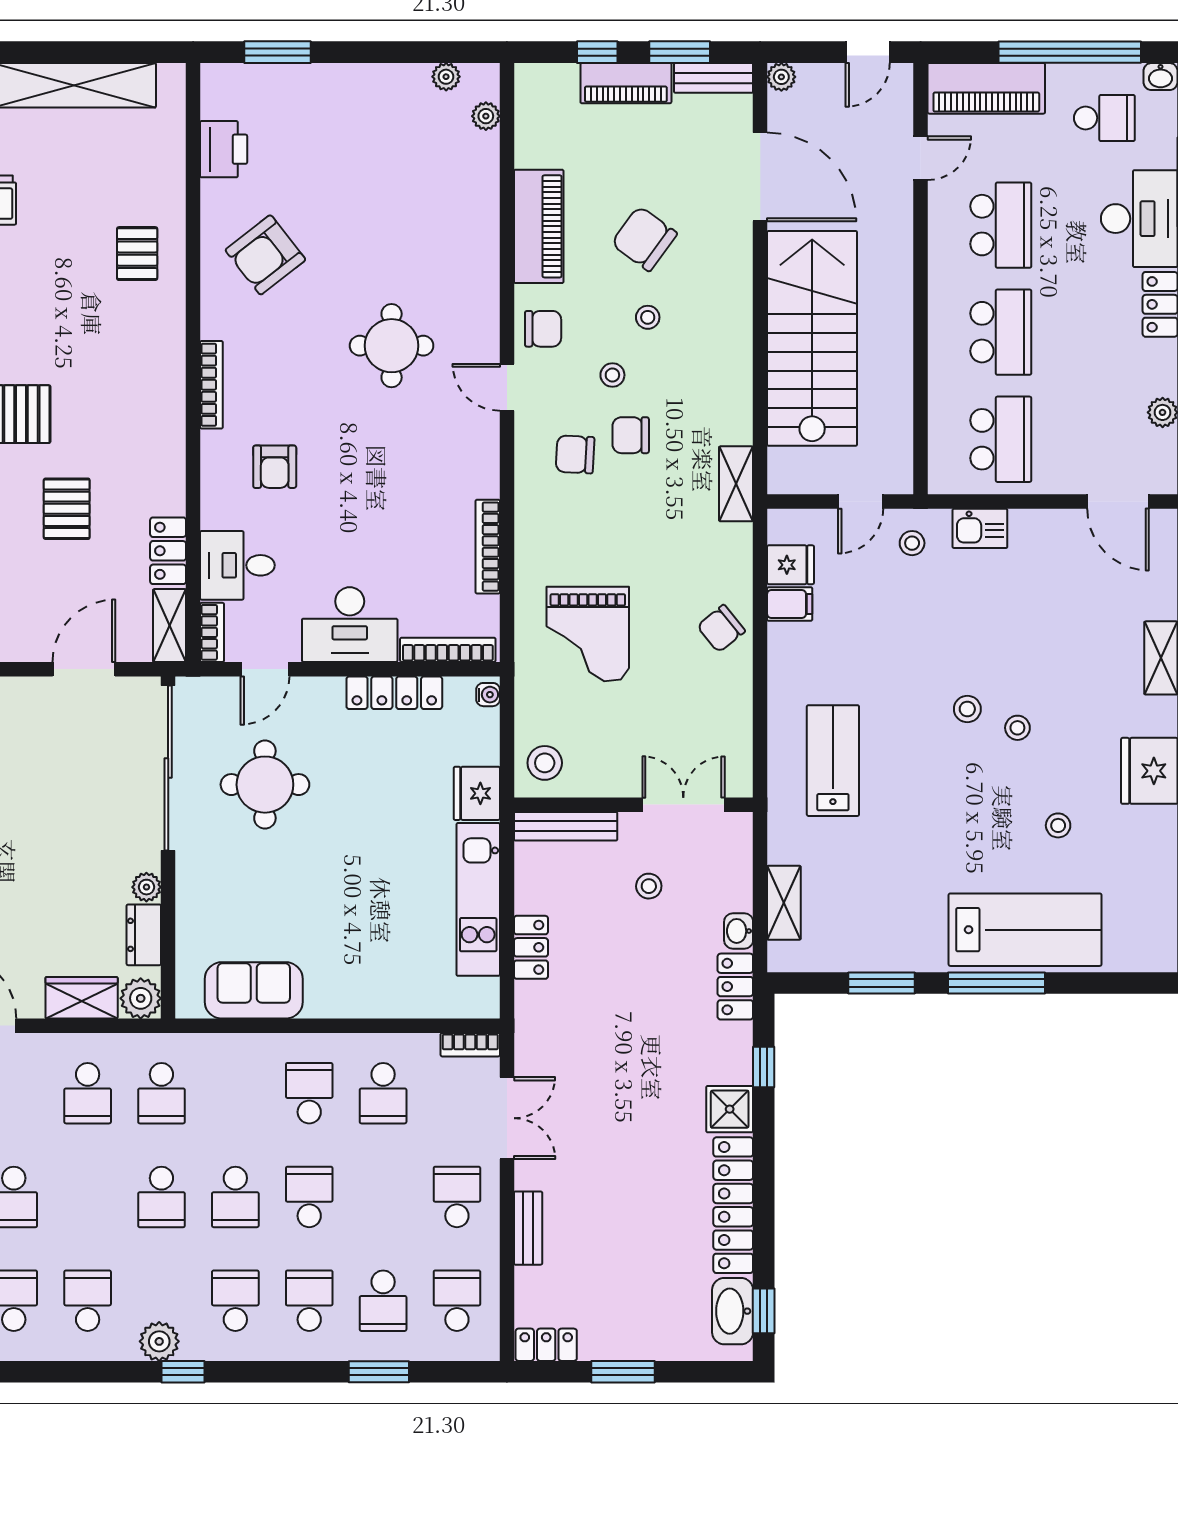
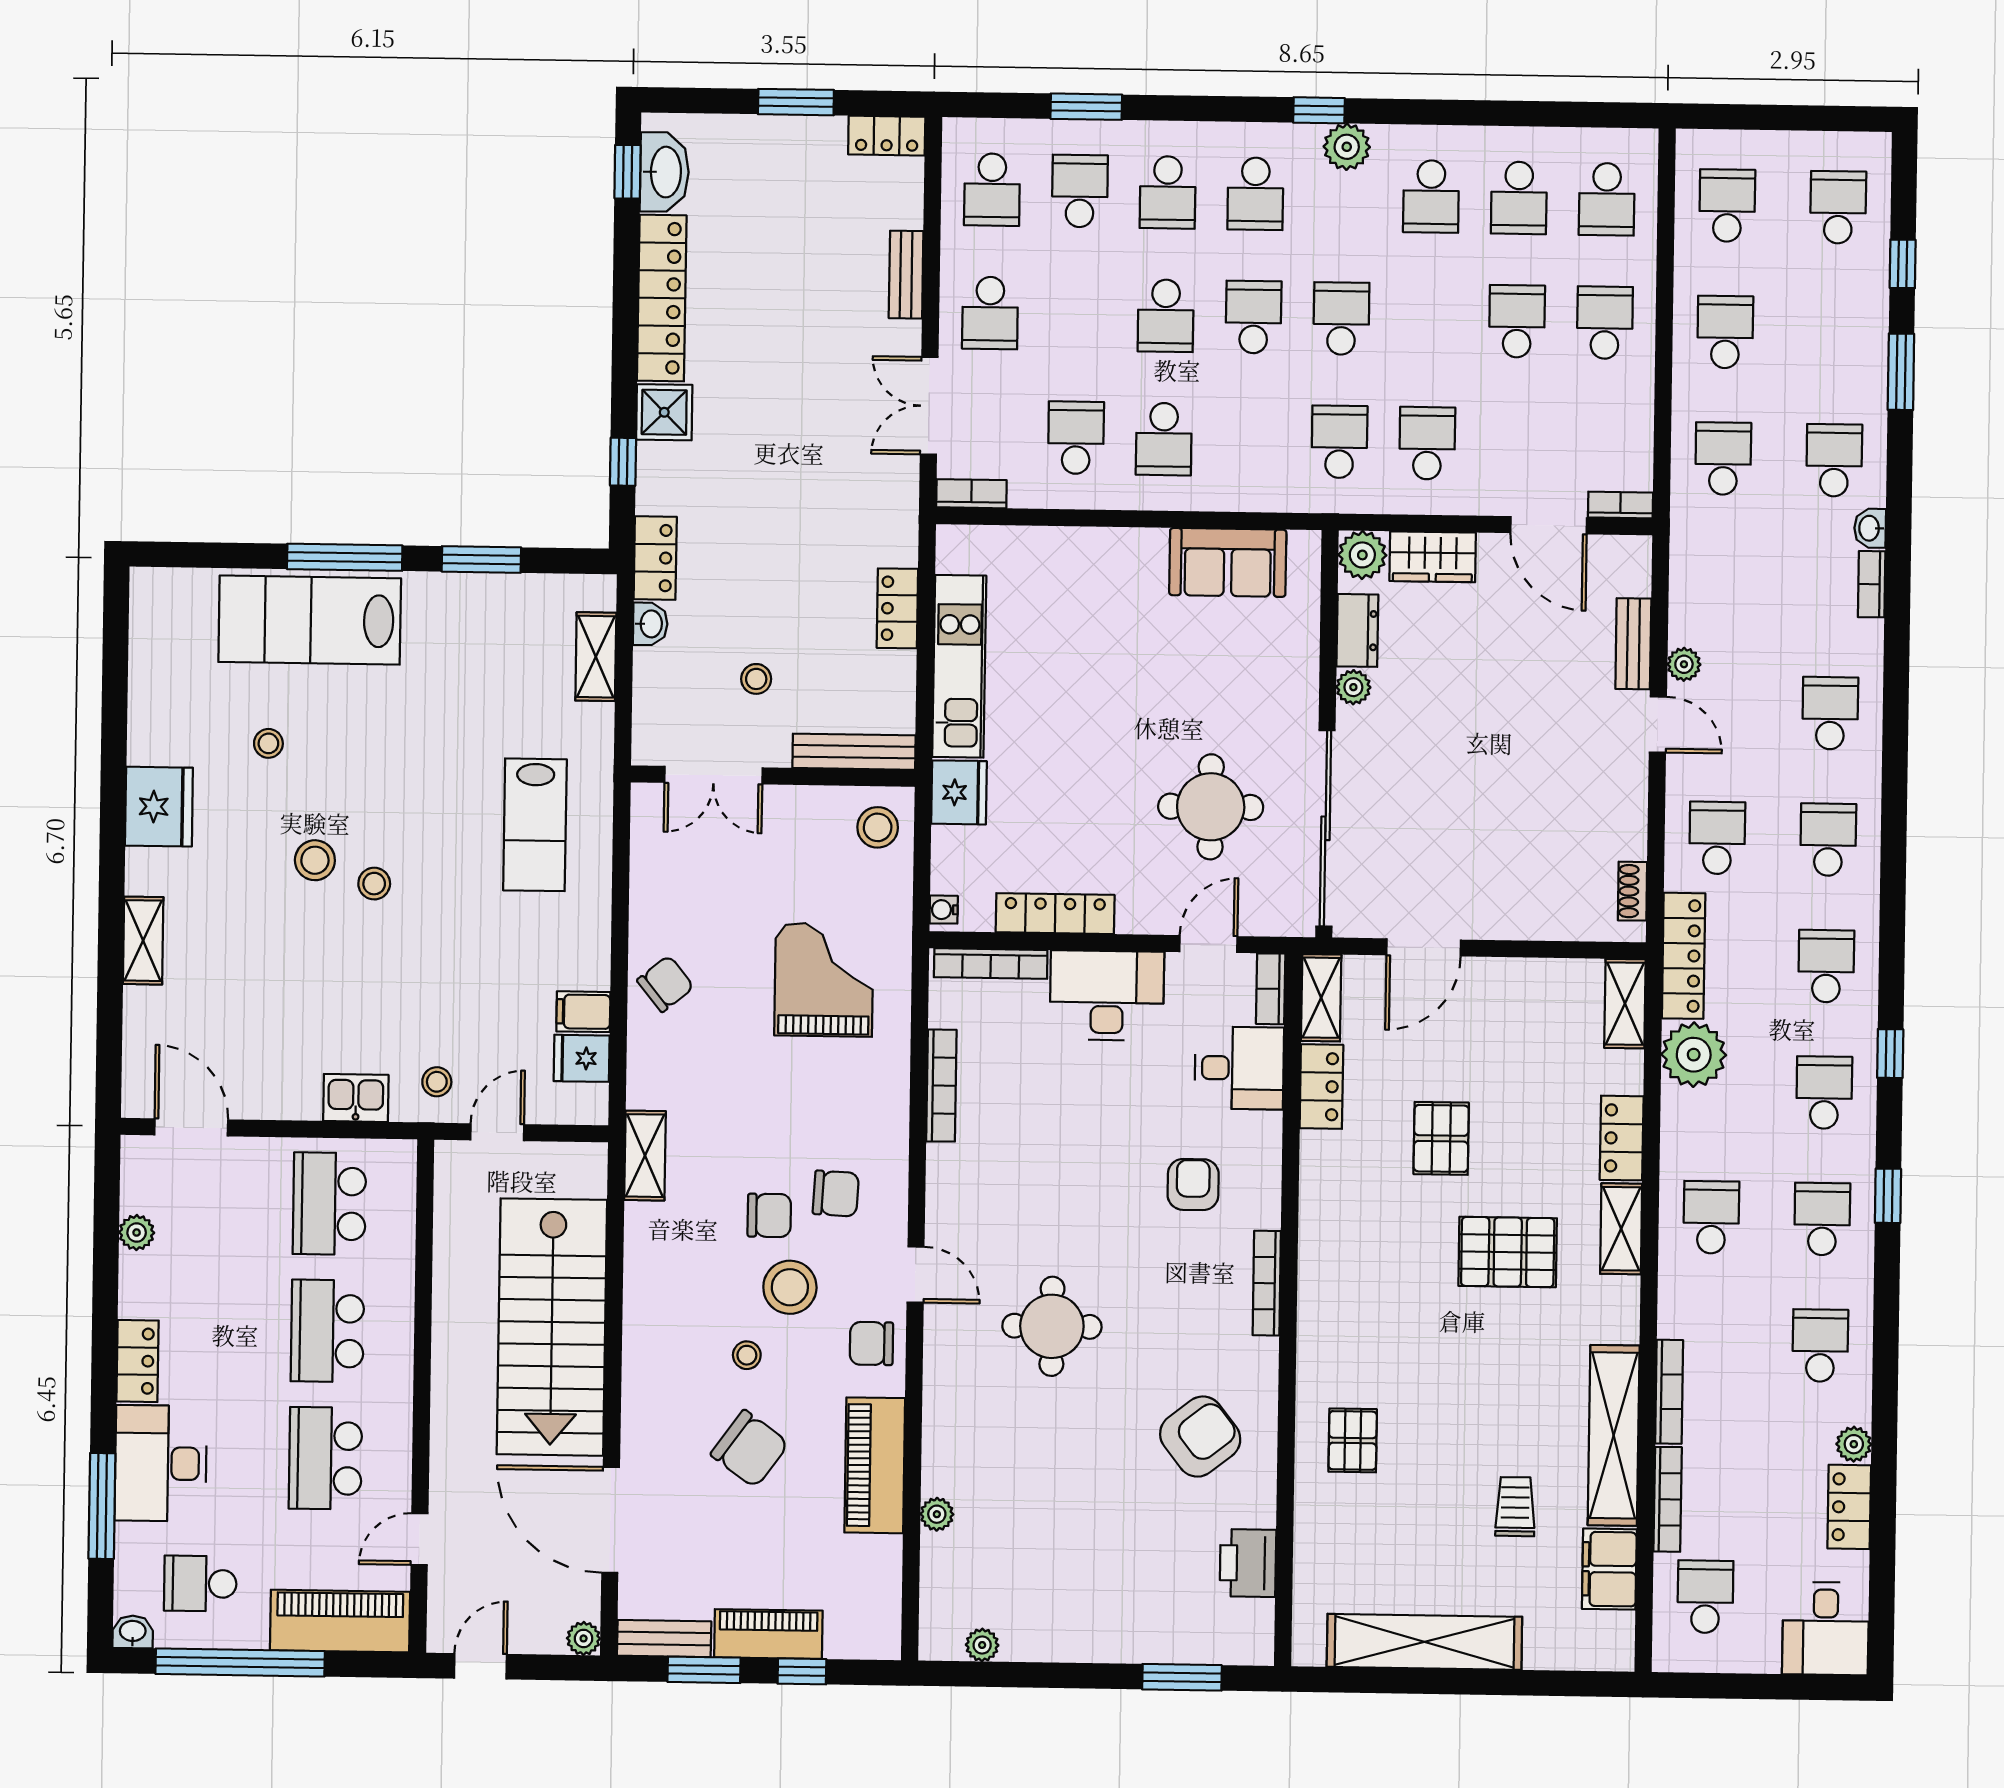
plant: (486, 116) -> (937, 1514), moved
stool: (612, 375) -> (790, 1287), width x1.89, depth x1.89
stool: (1017, 728) -> (315, 860), width x1.37, depth x1.37

